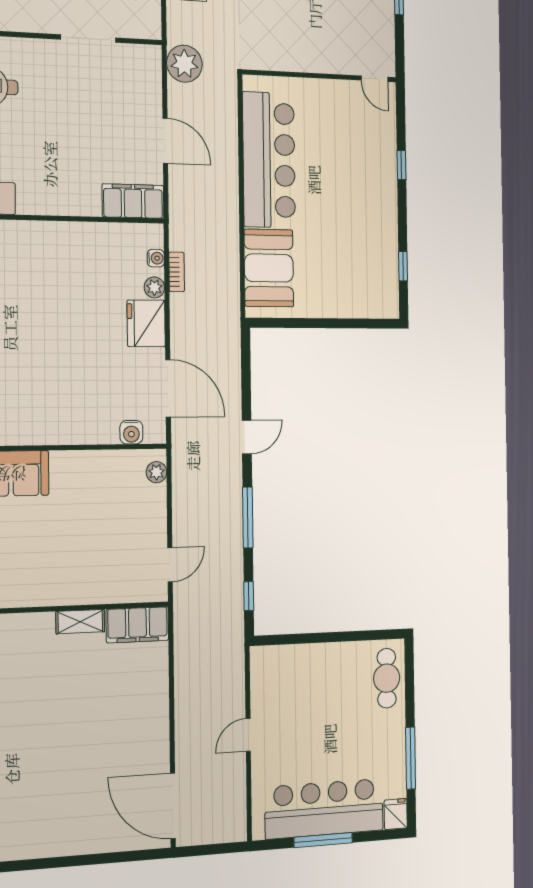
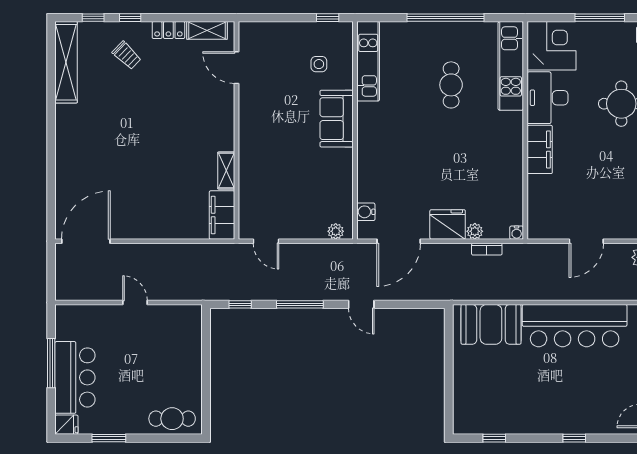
filing cabinet: (133, 201) -> (540, 149), moved
water cooler: (156, 258) -> (517, 233), moved
window: (411, 758) -> (109, 438), width x0.69
bar counter: (324, 809) -> (75, 377), width x0.73

